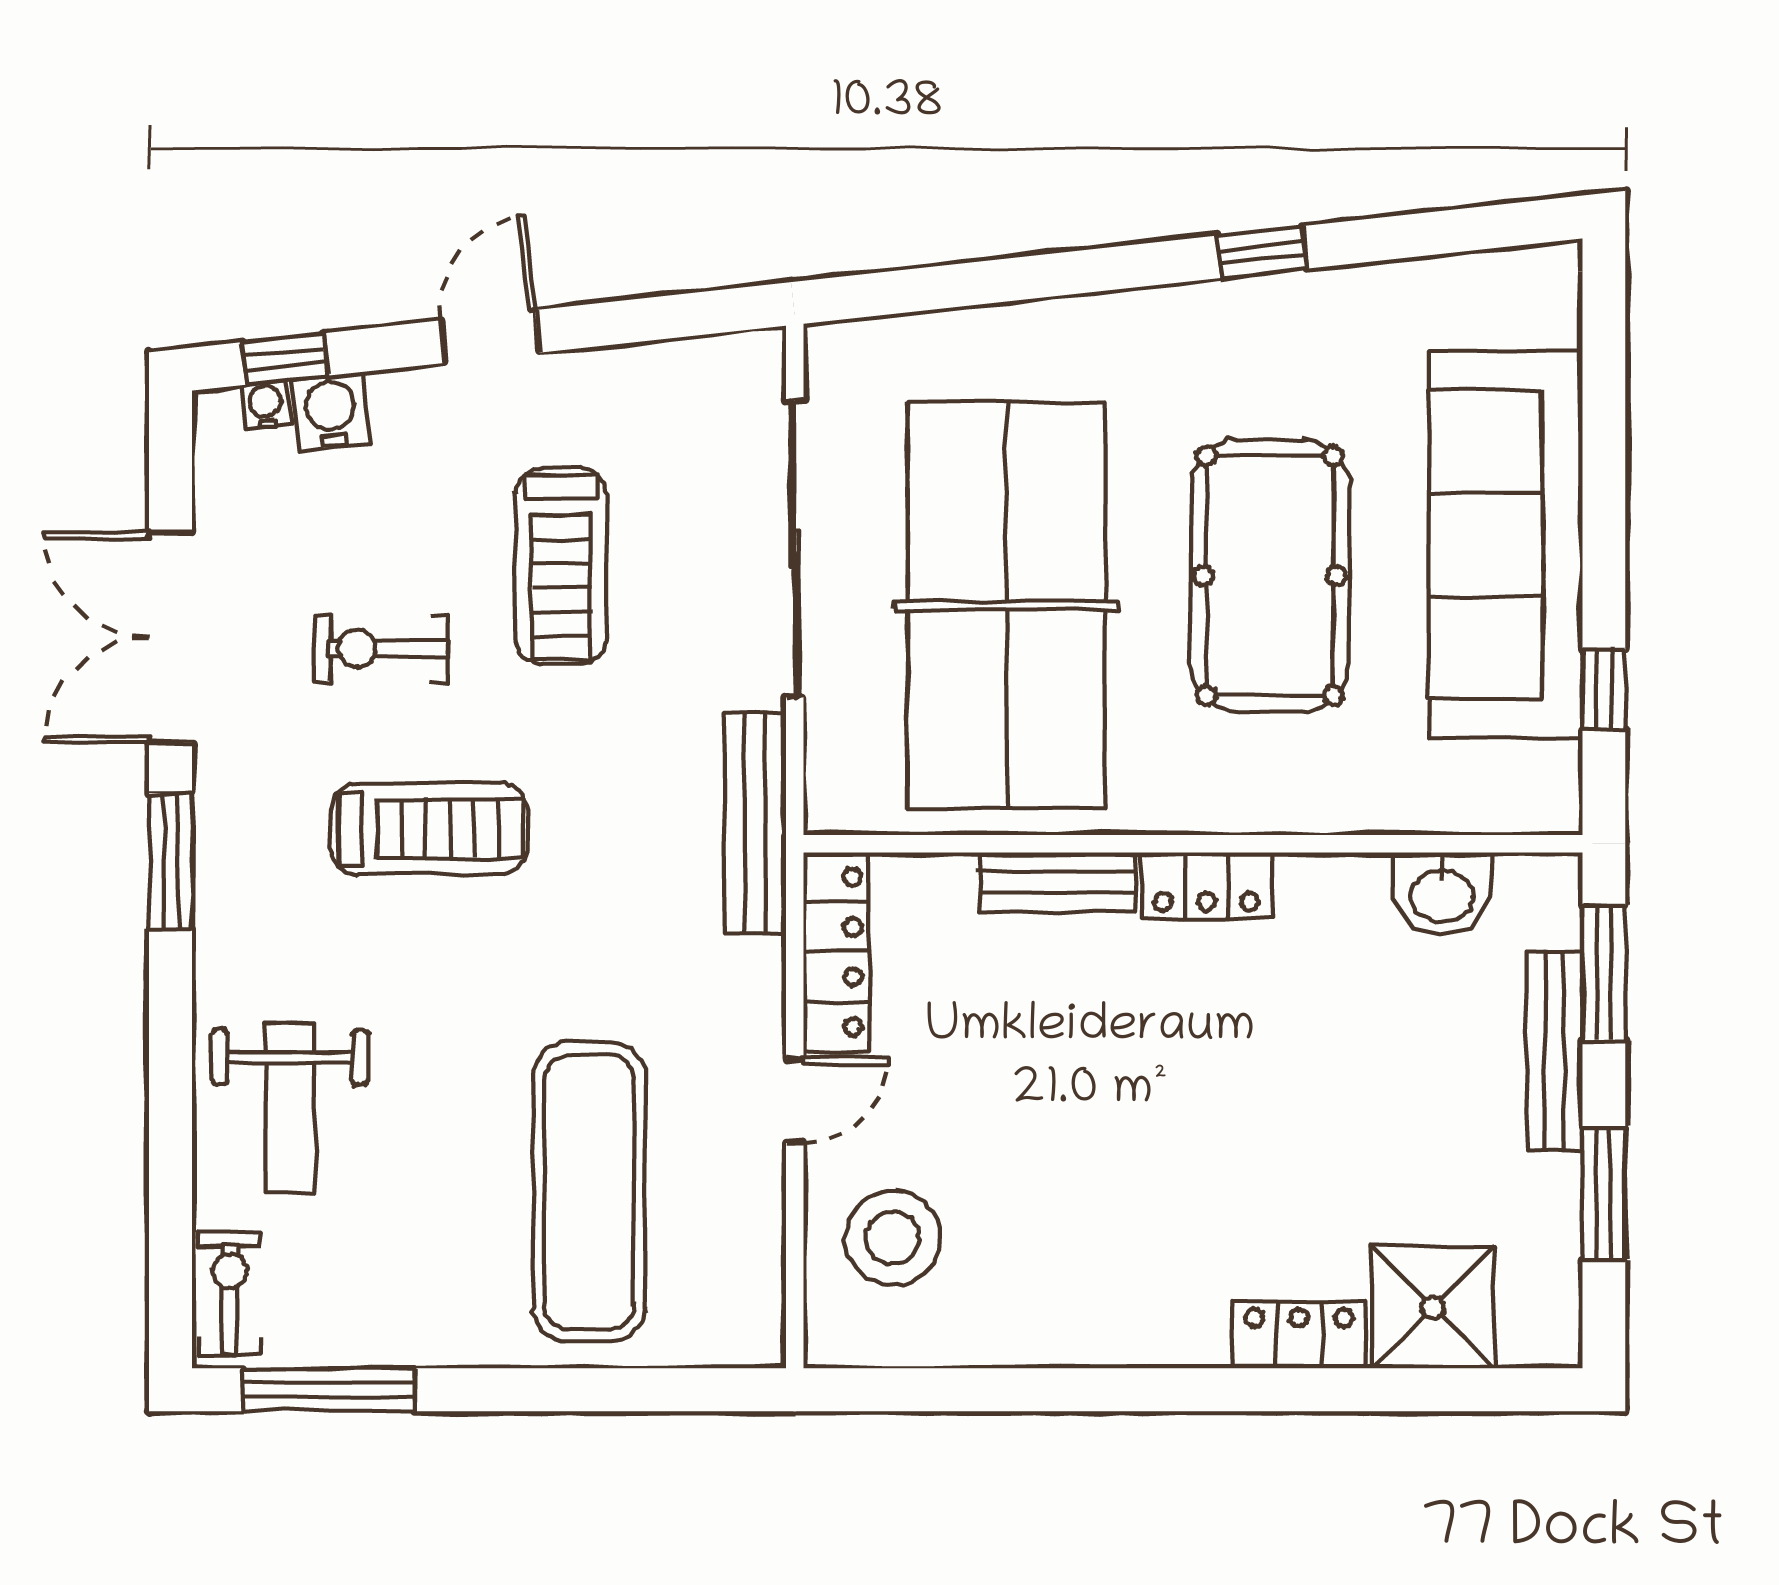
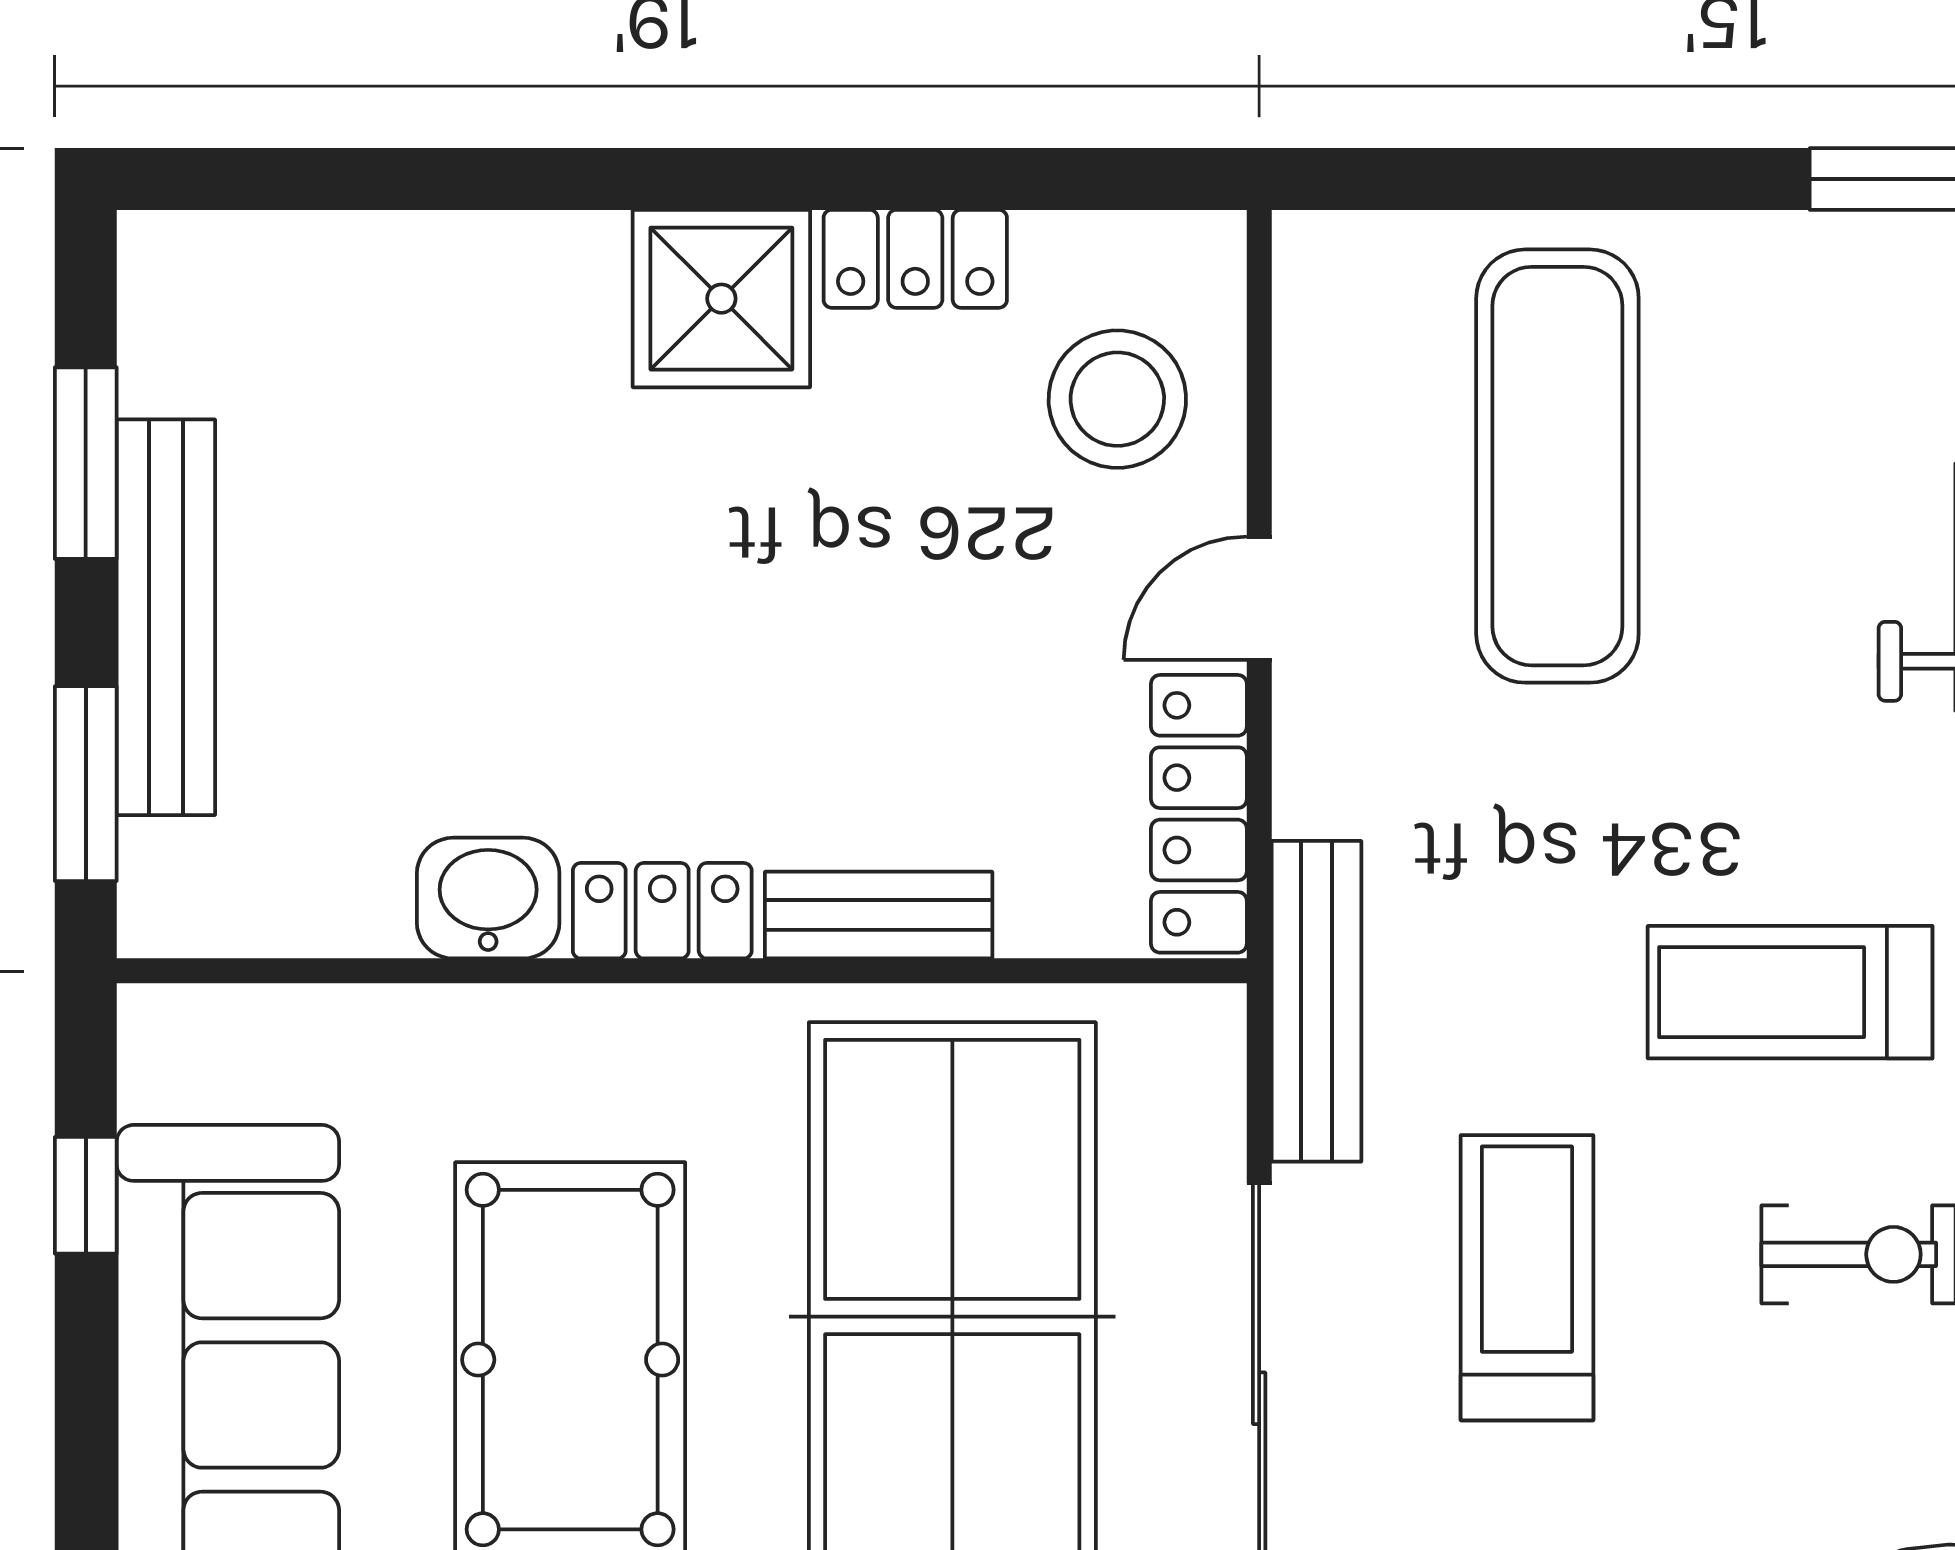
treadmill: (561, 566) -> (1527, 1278), moved
washbasin: (1442, 894) -> (488, 898), moved
bench: (1555, 1051) -> (166, 617), width x1.37, depth x1.21
shower: (1433, 1307) -> (721, 299), moved
locker: (1299, 1335) -> (915, 259), moved

